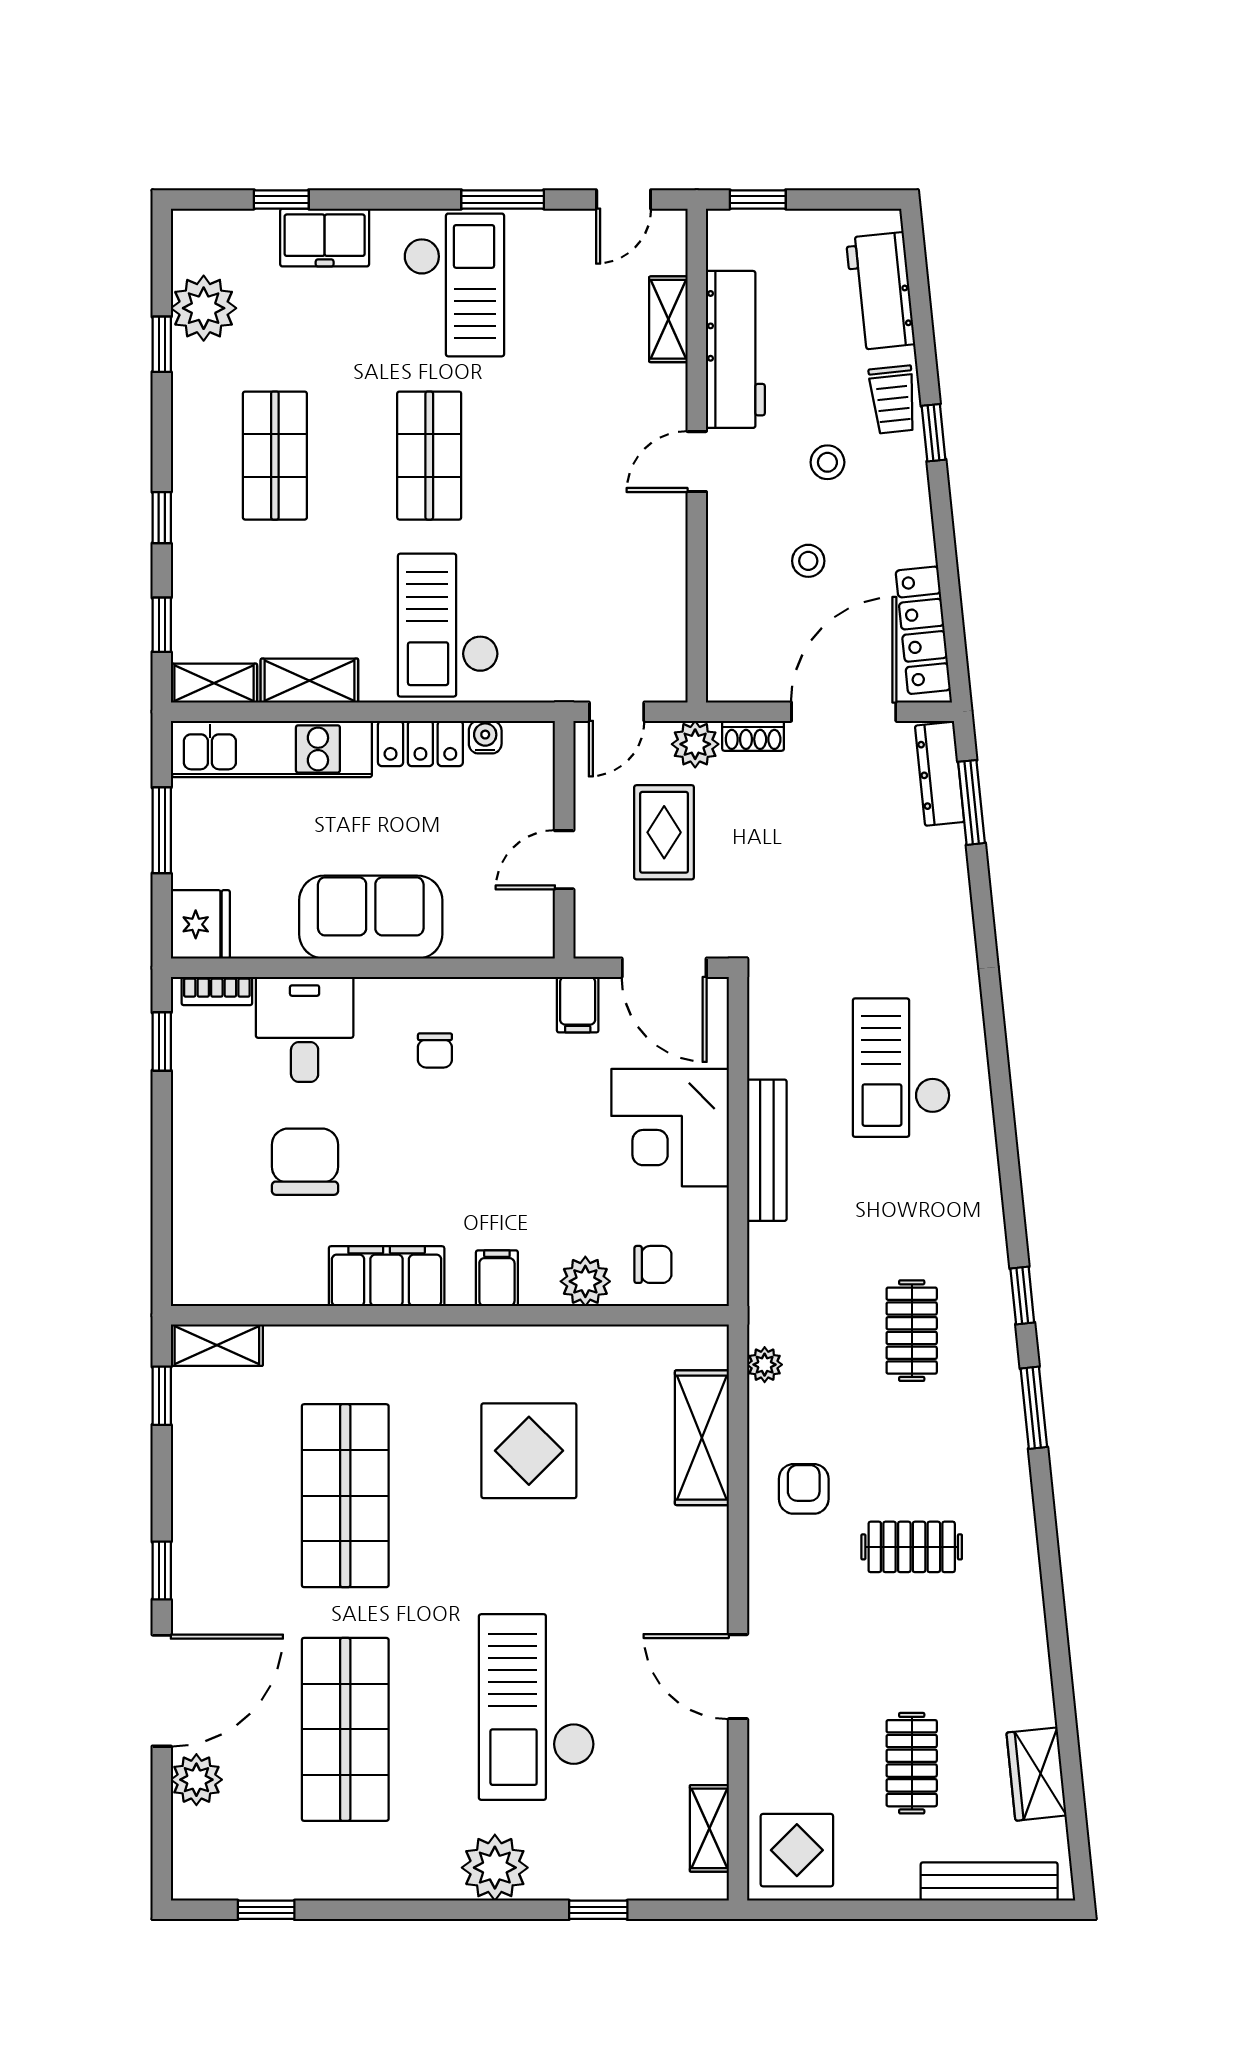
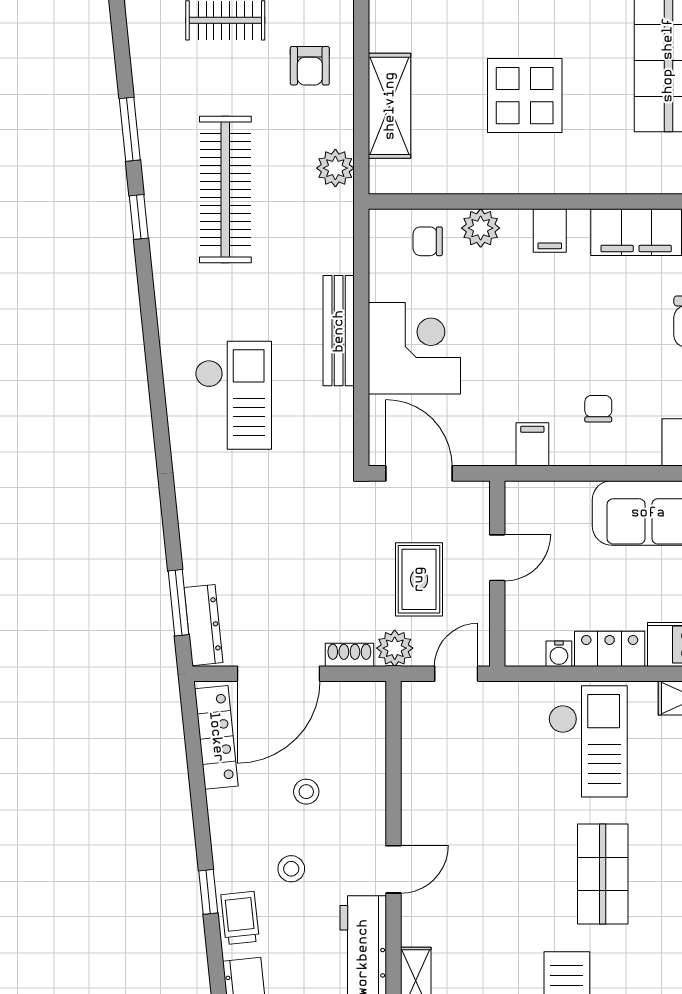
filing cabinet: (578, 1005) -> (532, 444), moved
clothes rail: (912, 1331) -> (225, 190), width x1.86, depth x1.31
plant: (765, 1365) -> (335, 168), width x1.38, depth x1.38

